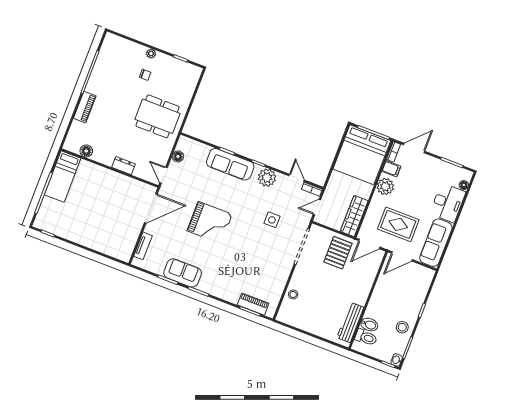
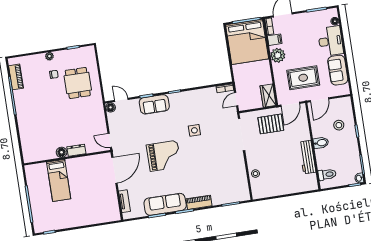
piano: (85, 107) -> (16, 77), moved
dining table: (157, 116) -> (78, 83), moved, width x0.73
floor lamp: (86, 151) -> (62, 152), moved
floor lamp: (178, 156) -> (111, 107), moved
sofa: (230, 164) -> (154, 104), width x0.73
bed: (63, 177) -> (59, 180), moved
plant: (267, 178) -> (187, 99), removed
door: (297, 178) -> (121, 100), moved
wardrobe: (354, 216) -> (268, 96), width x0.67
side table: (272, 220) -> (194, 130), moved
sofa: (436, 243) -> (338, 70), width x0.73
pallet: (338, 253) -> (271, 124), turned 90
sofa: (183, 273) -> (165, 204), width x1.36
piano: (253, 304) -> (199, 202), moved
workbench: (350, 323) -> (307, 157), moved
bidet: (369, 325) -> (321, 143), moved
stool: (402, 327) -> (339, 125), moved

